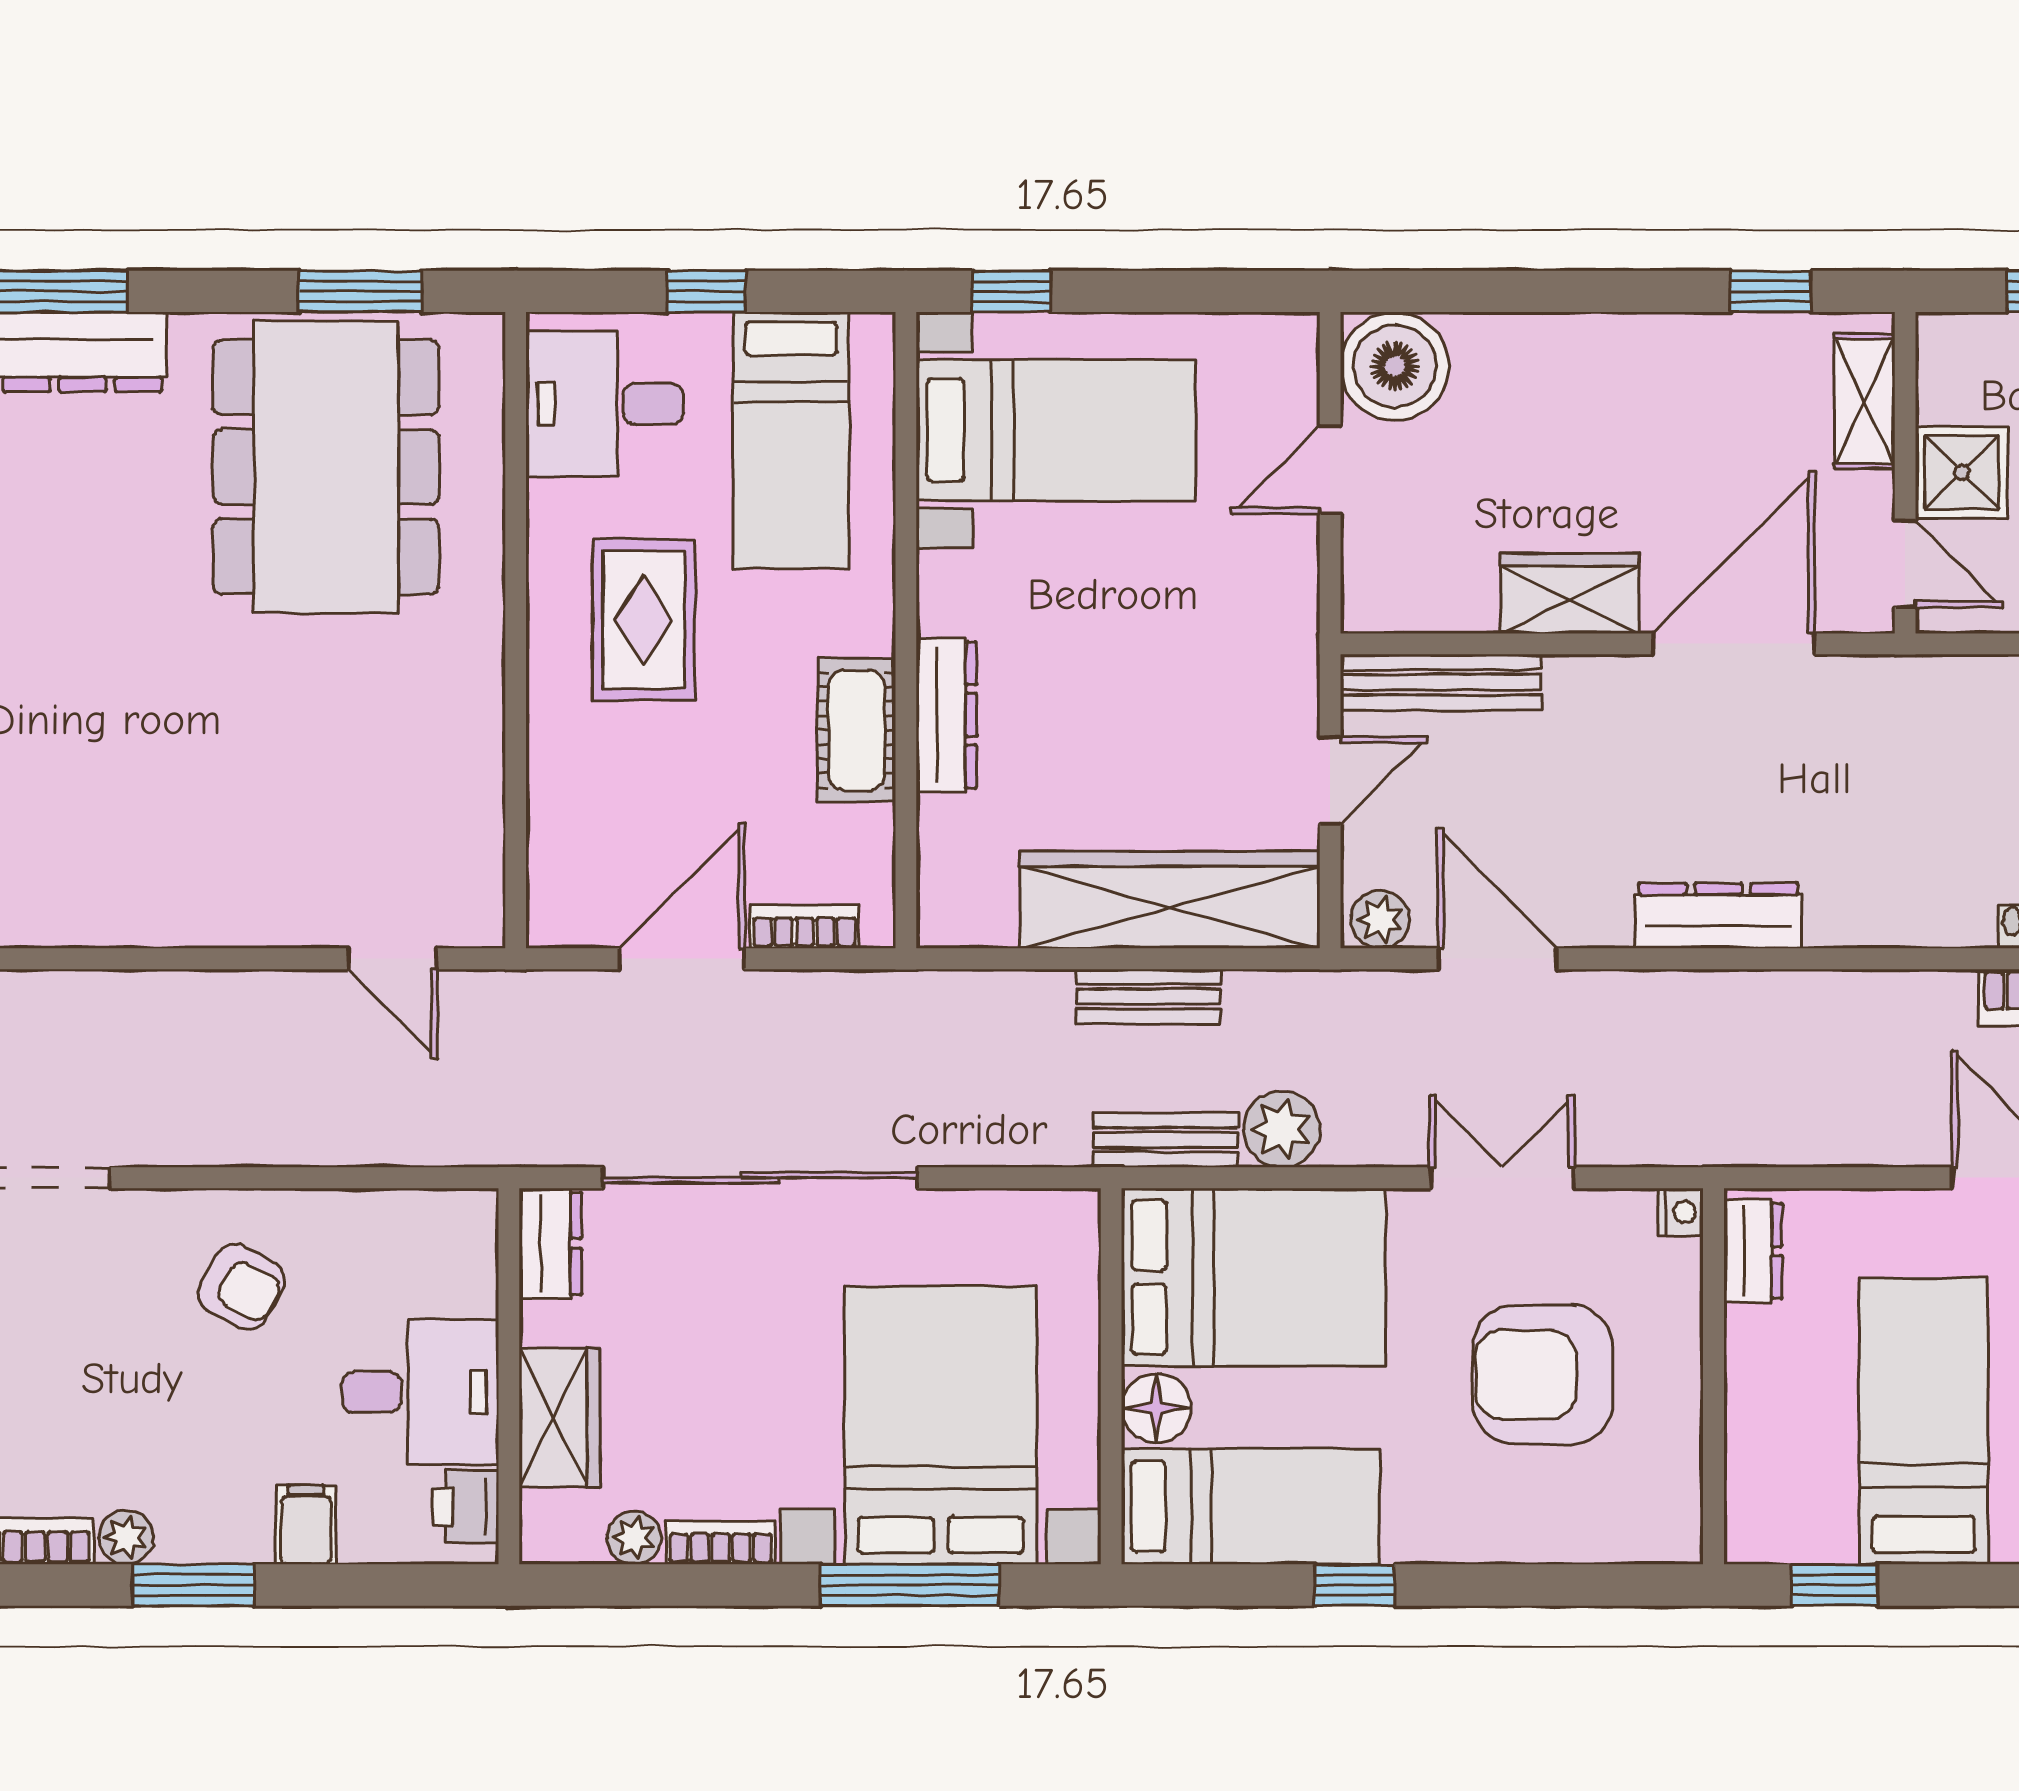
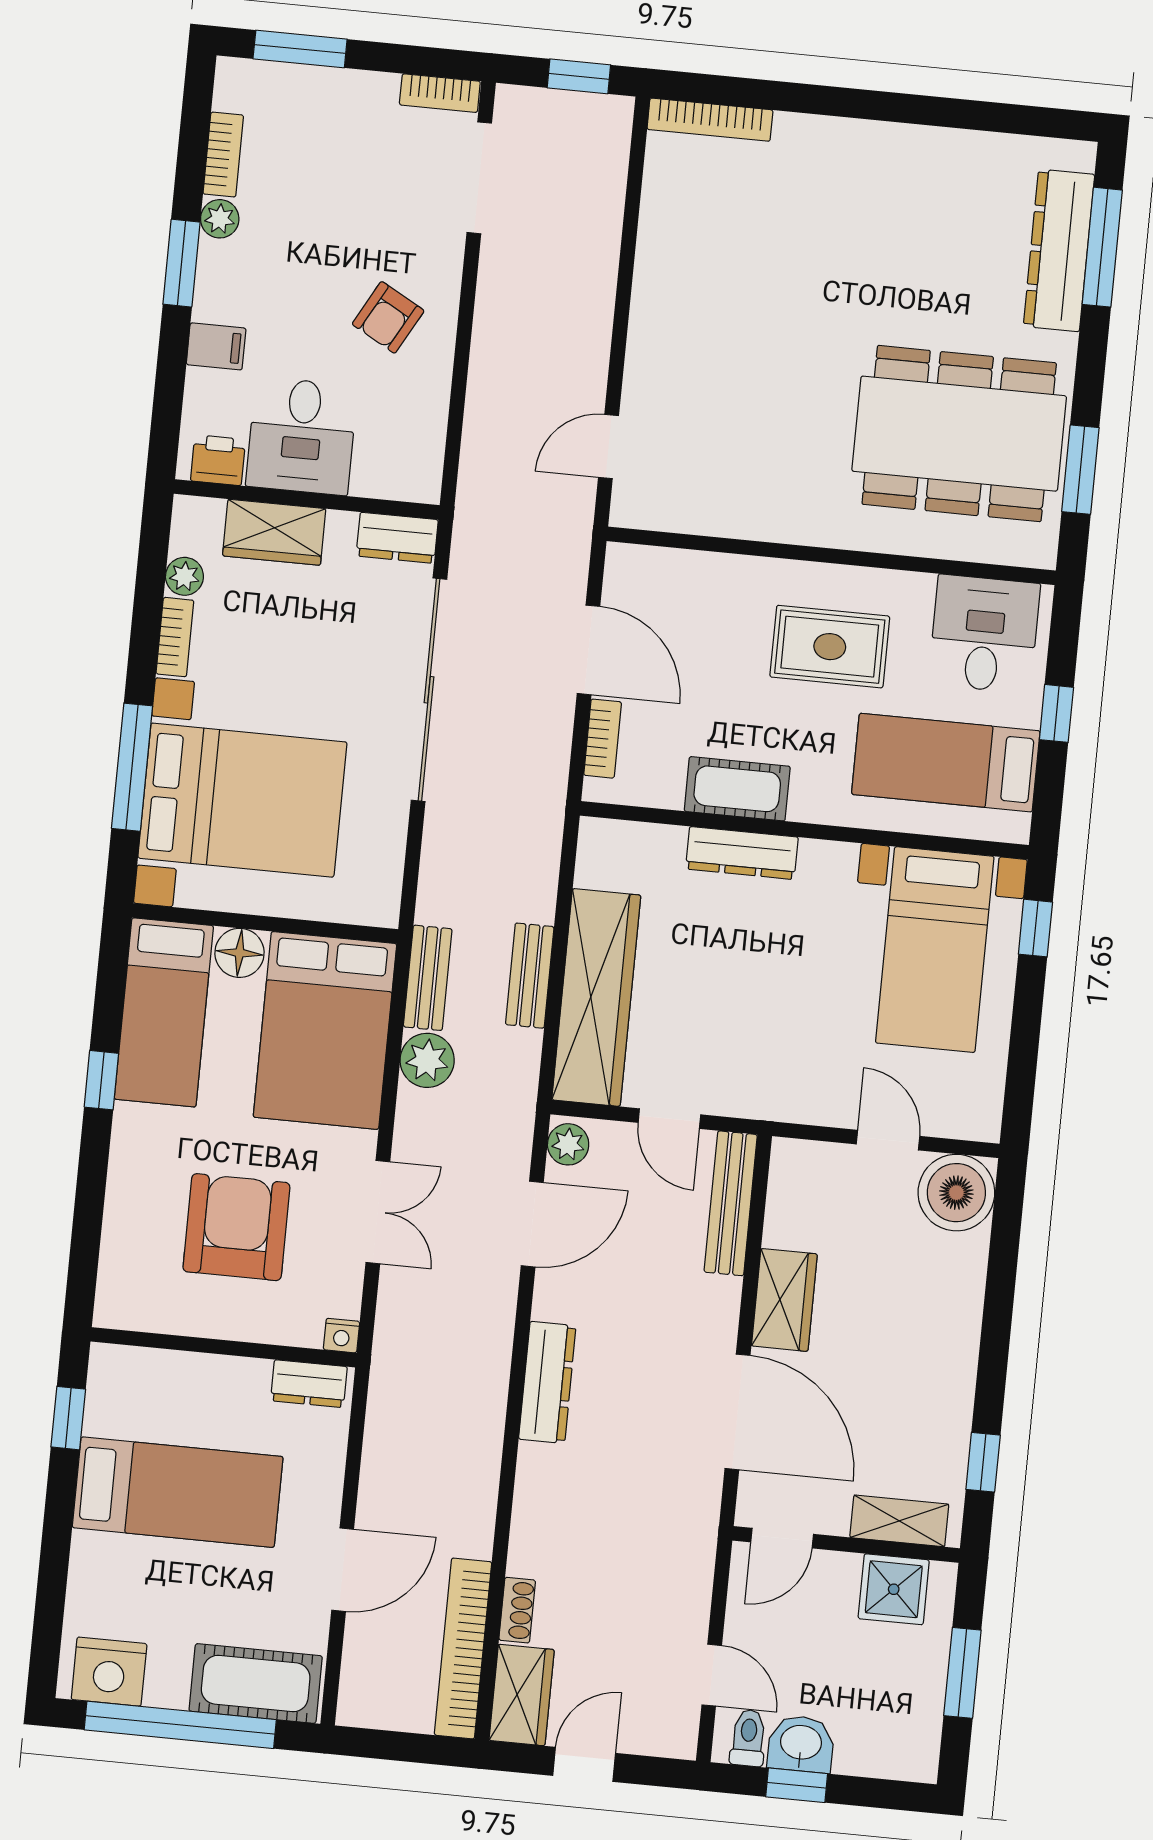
shower: (1962, 472) -> (894, 1589), moved

